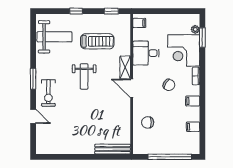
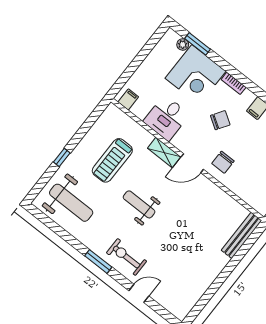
window: (111, 11) -> (92, 120), removed
weight bench: (55, 37) -> (71, 203), turned 90
treadmill: (97, 41) -> (112, 160), turned 180
weight bench: (84, 76) -> (139, 204), turned 180
exercise bike: (48, 93) -> (127, 257), turned 180
chair: (148, 122) -> (223, 162), moved

